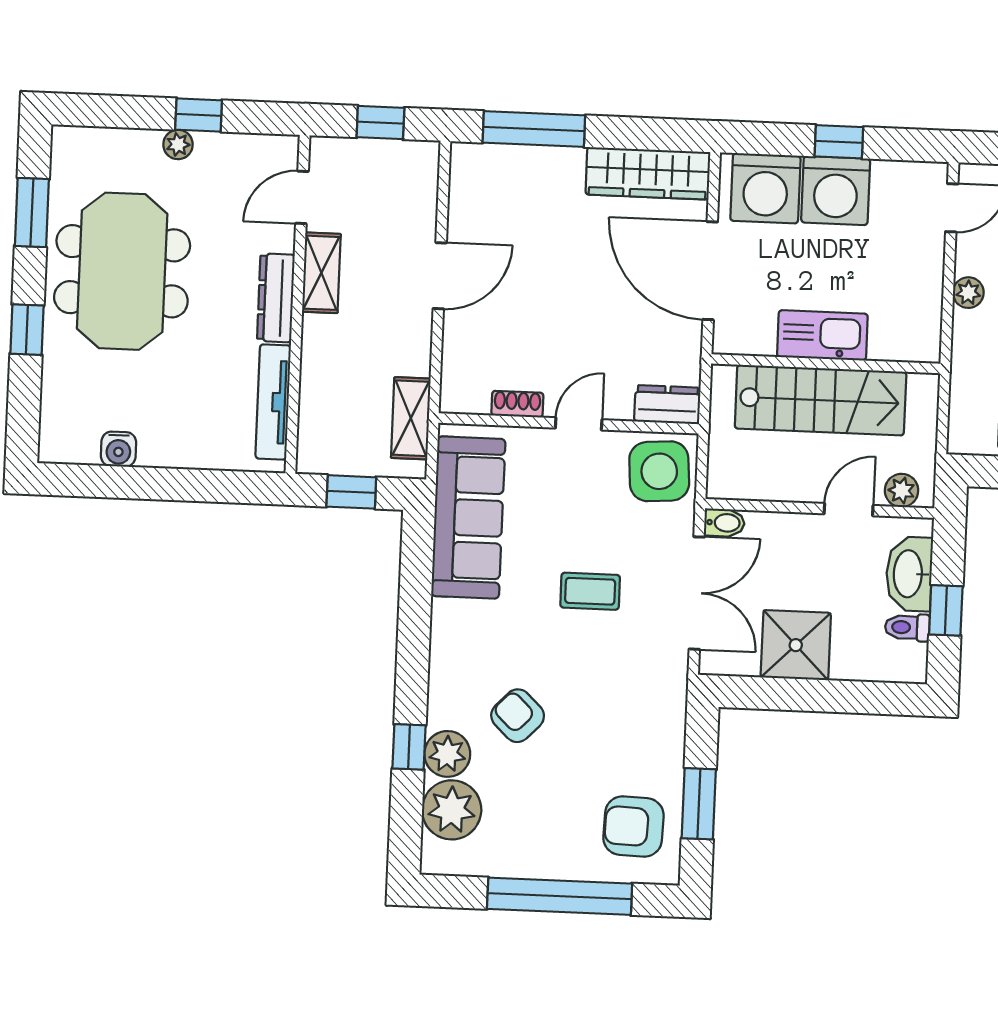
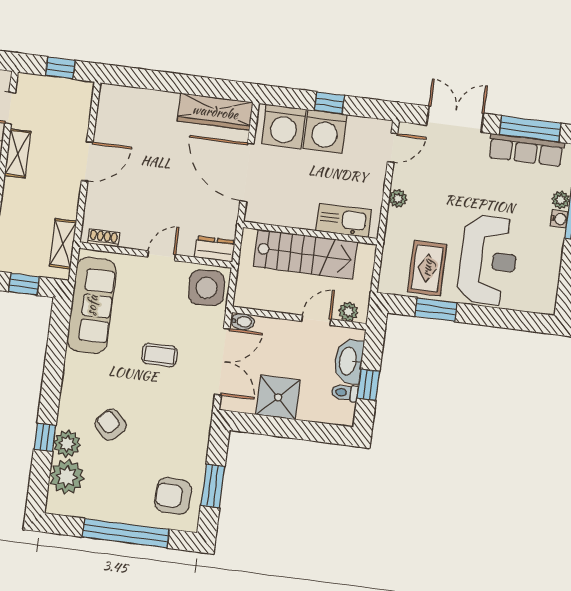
window: (534, 129) -> (150, 80), removed
kitchen sink: (822, 335) -> (343, 221), moved
shoe rack: (517, 404) -> (104, 238), moved

